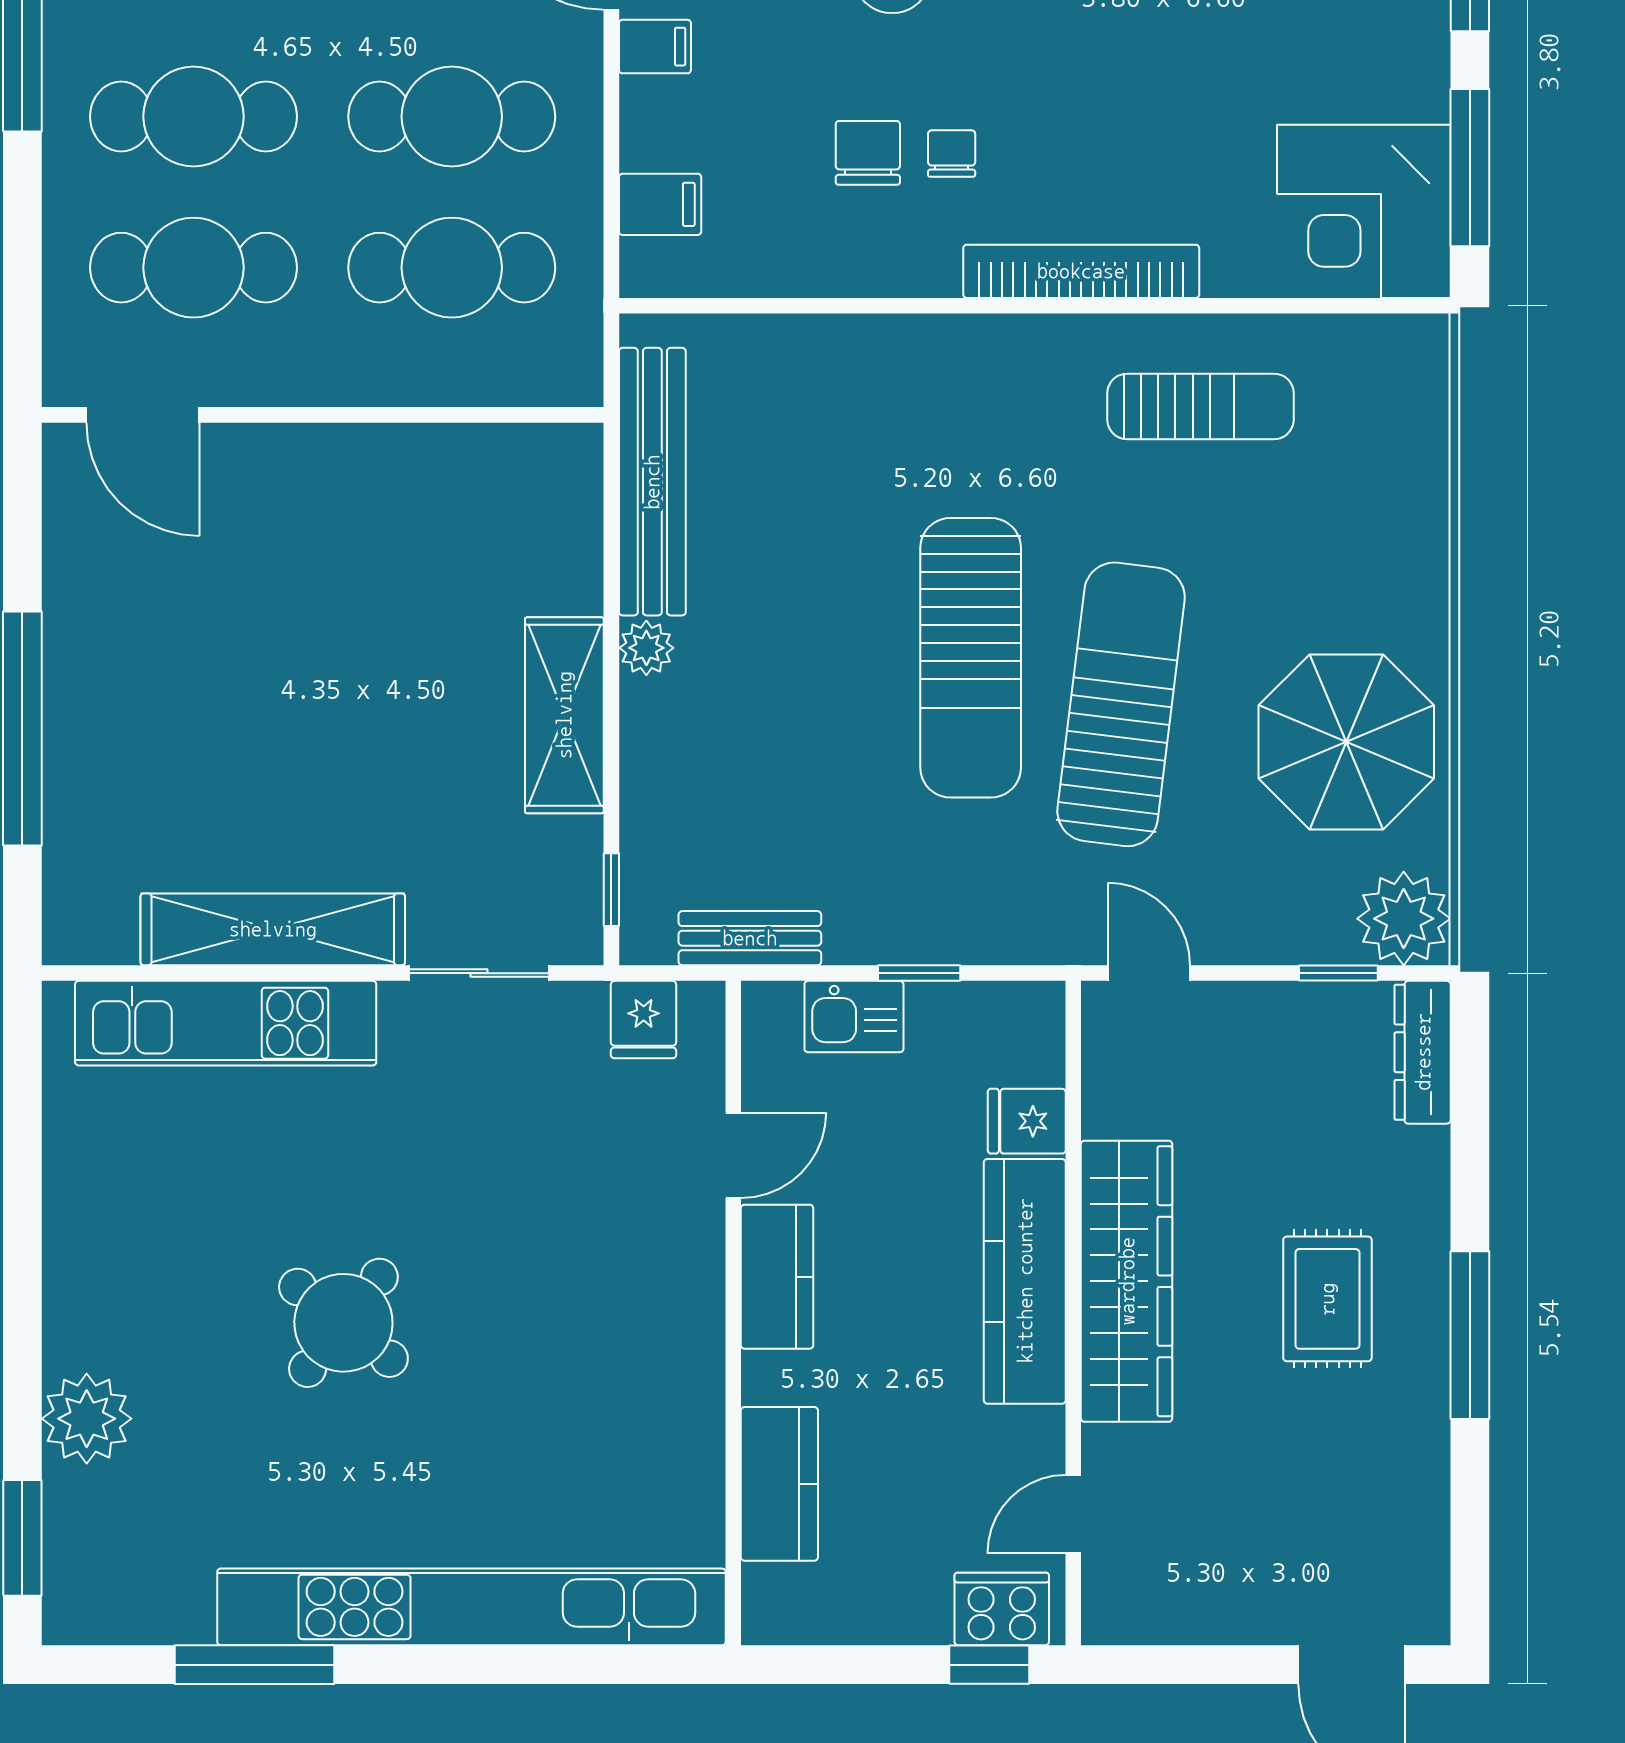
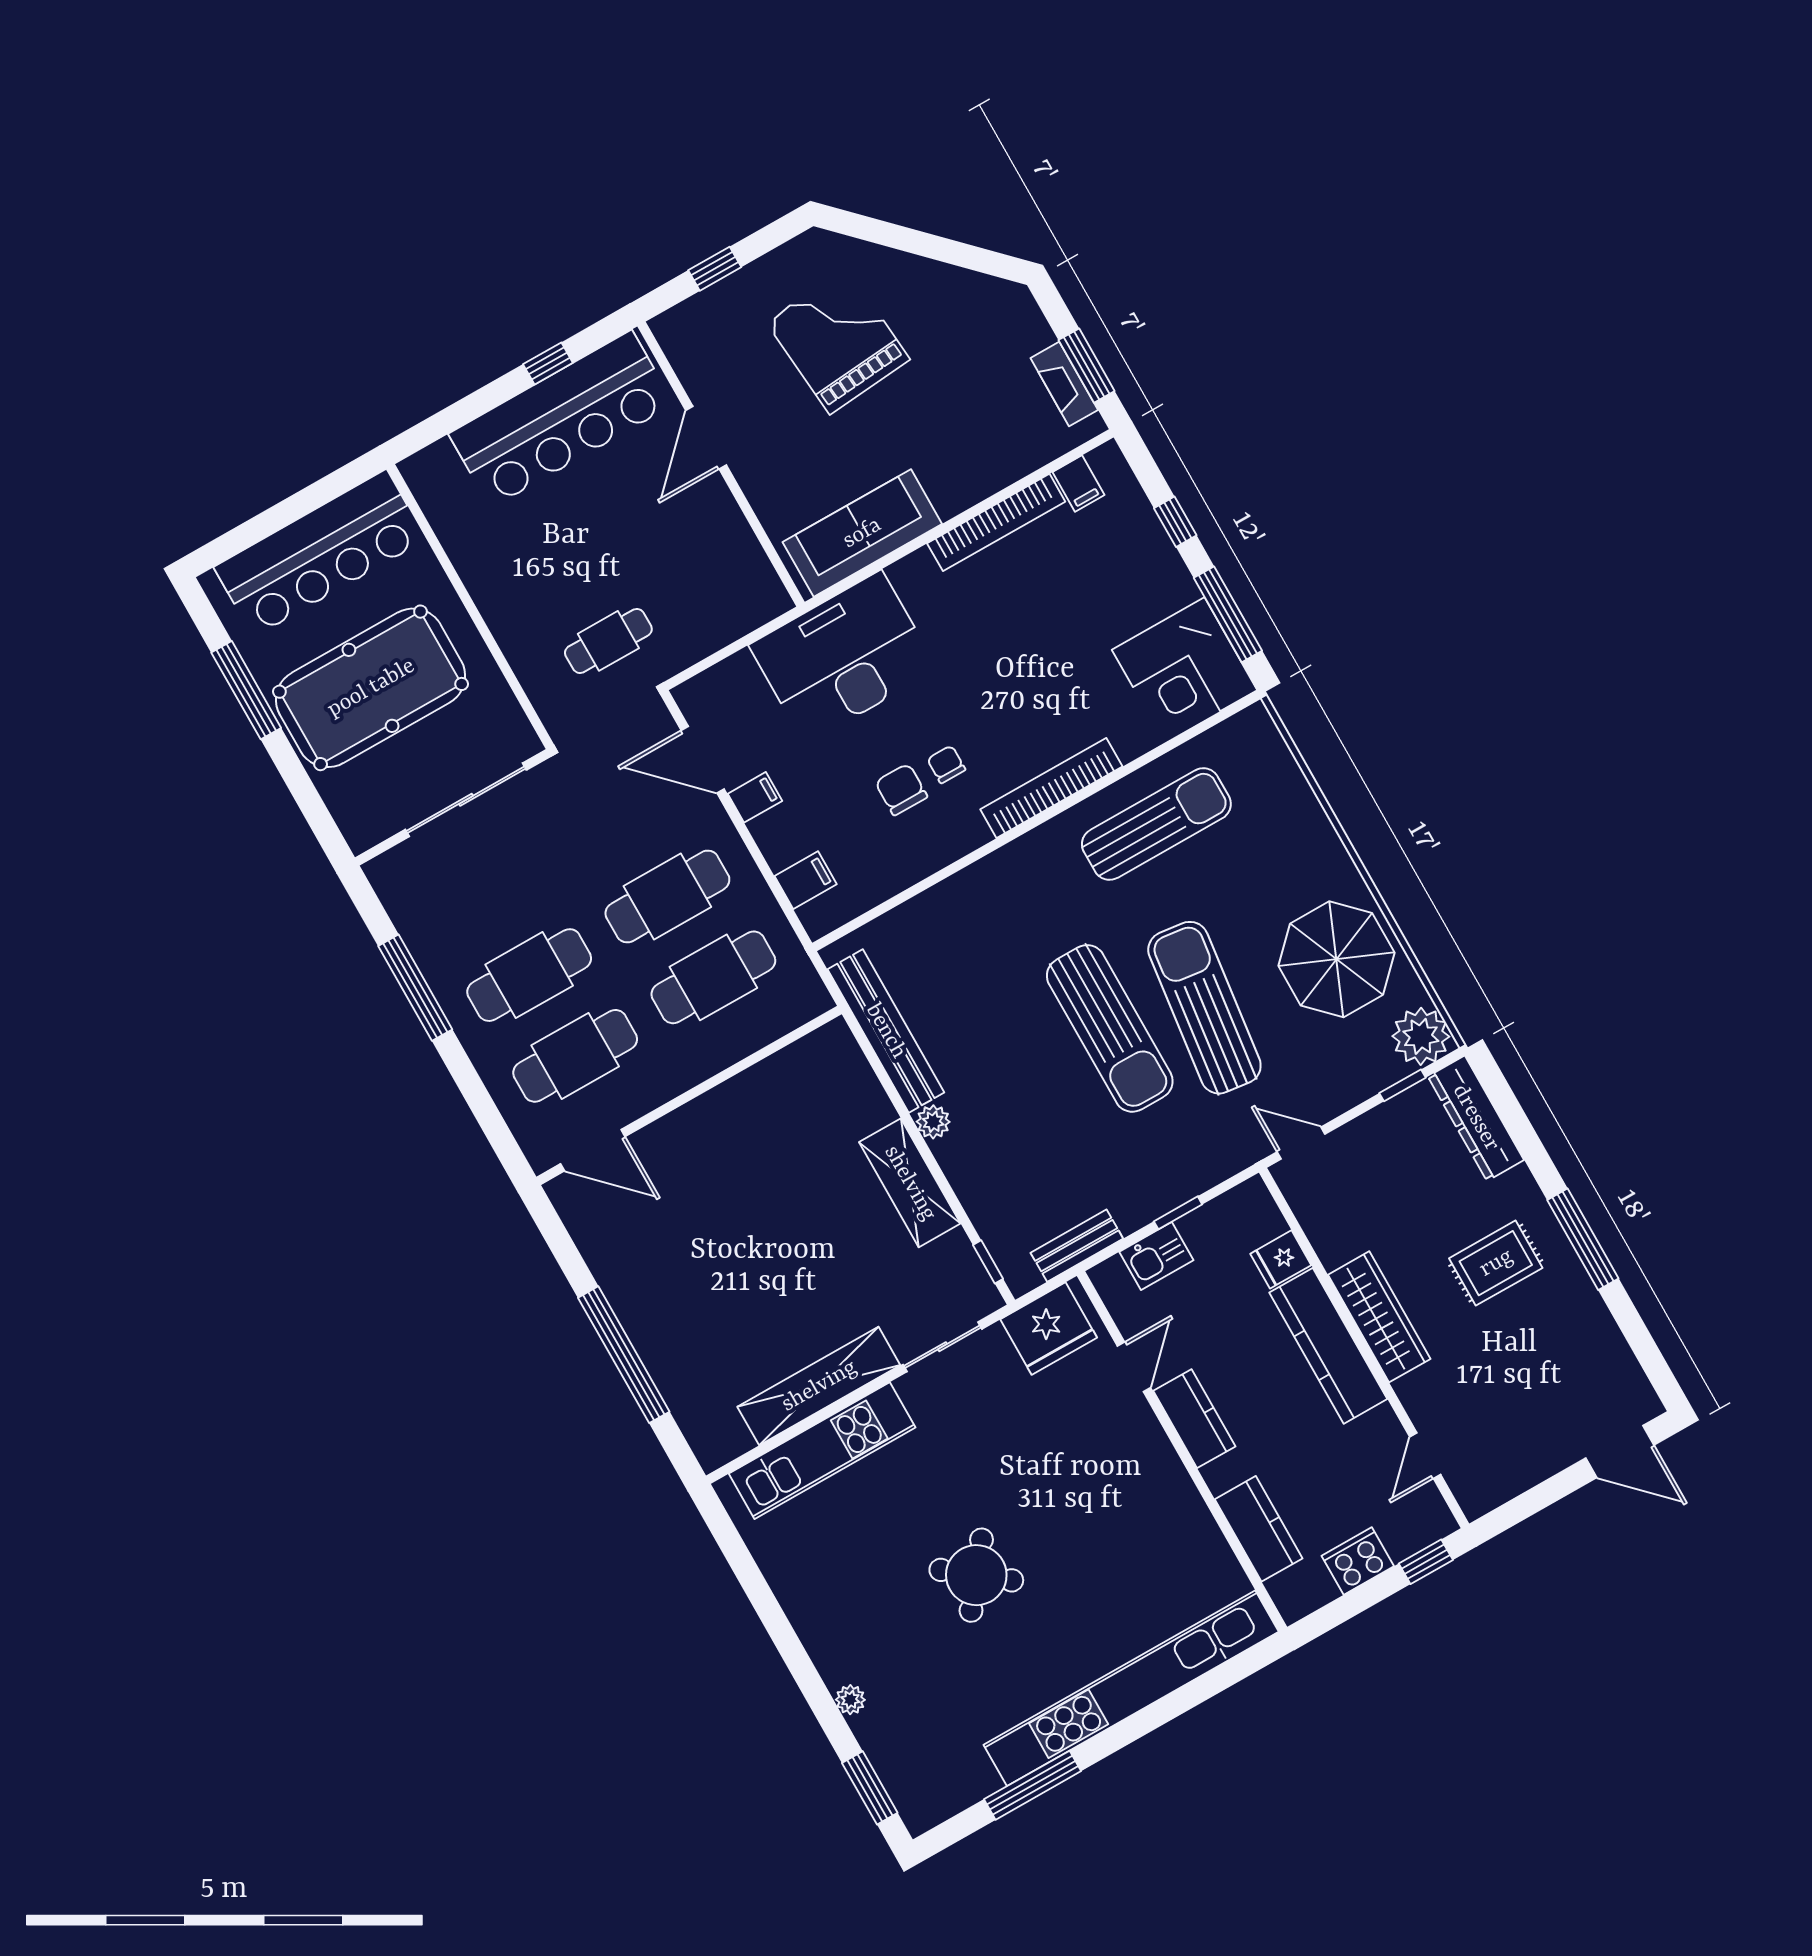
sun lounger: (1200, 406) -> (1156, 824), width x1.36, depth x1.34
fridge: (644, 1020) -> (1049, 1329), width x1.88, depth x1.34
dresser: (1423, 1052) -> (1476, 1118), width x1.37, depth x1.24
wardrobe: (1127, 1281) -> (1379, 1317), width x0.71, depth x0.85
rug: (1327, 1299) -> (1496, 1263), turned 90
plant: (87, 1419) -> (850, 1700), width x0.53, depth x0.53
cooker: (1002, 1609) -> (1358, 1561), moved

